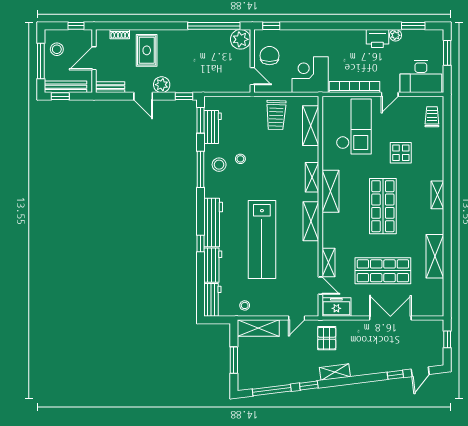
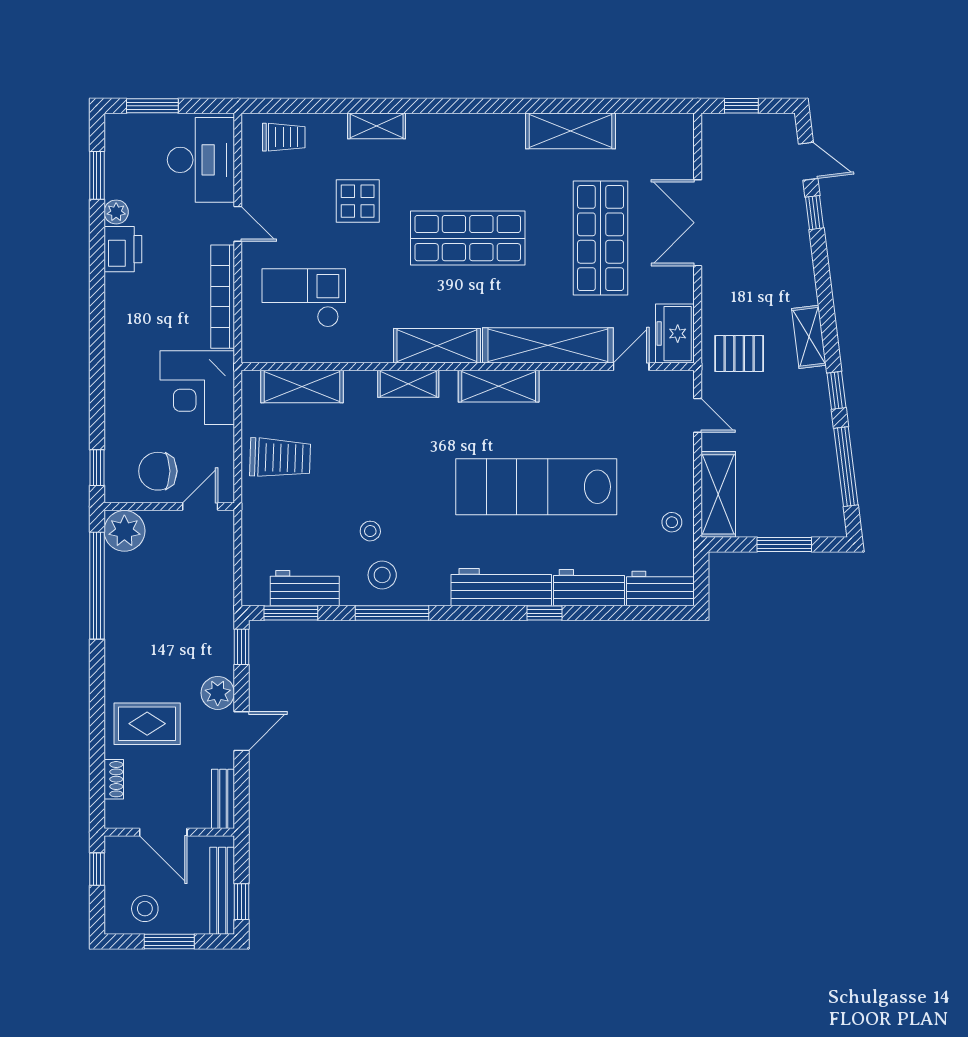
window: (41, 61) -> (169, 942), width x0.69
trolley: (432, 117) -> (284, 137), turned 180
checkout: (354, 126) -> (304, 298), width x0.73, depth x0.83
shelving: (437, 195) -> (377, 126), moved
lab bench: (262, 240) -> (536, 487), turned 180
shelving: (329, 262) -> (548, 345), width x2.20, depth x1.33

